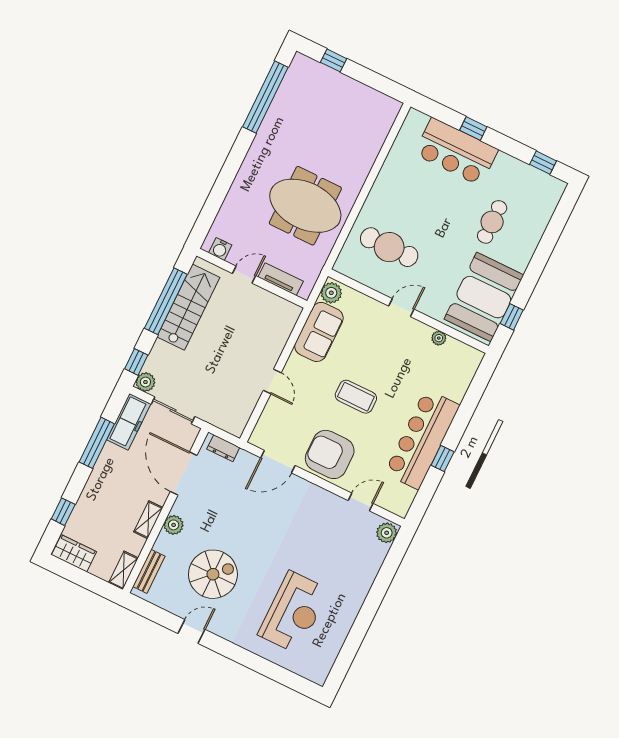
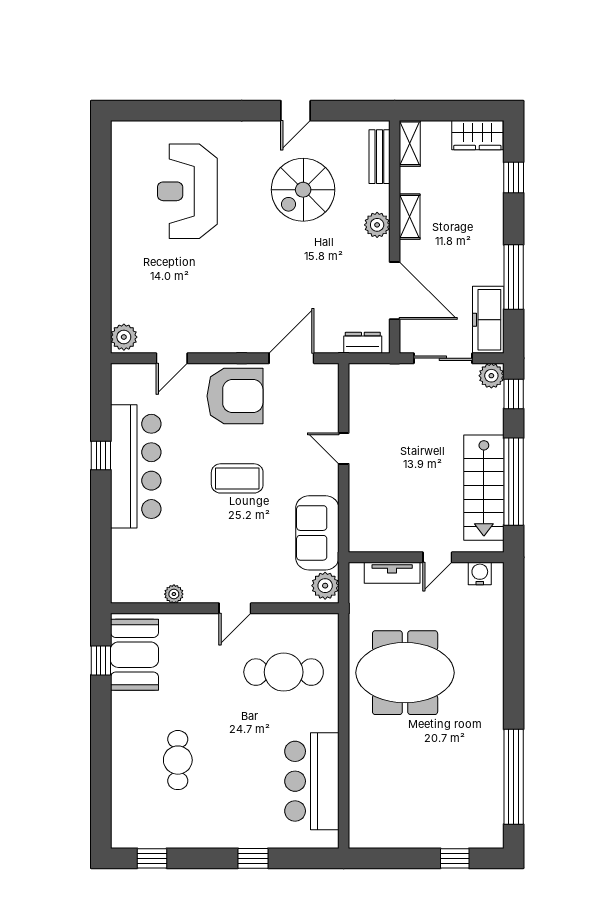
bar counter: (456, 152) -> (312, 781), moved, turned -90
booth: (484, 297) -> (135, 655), width x0.73, depth x0.70

